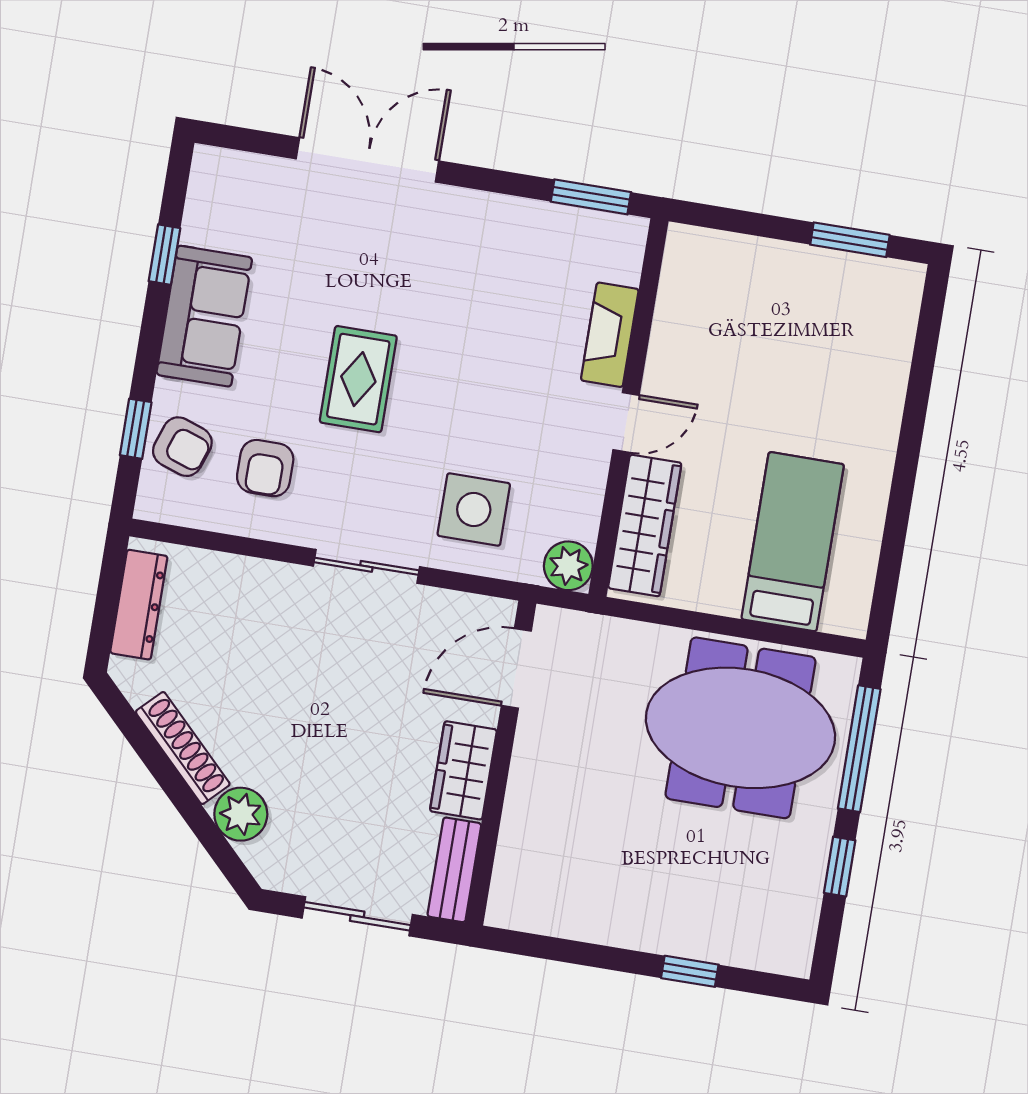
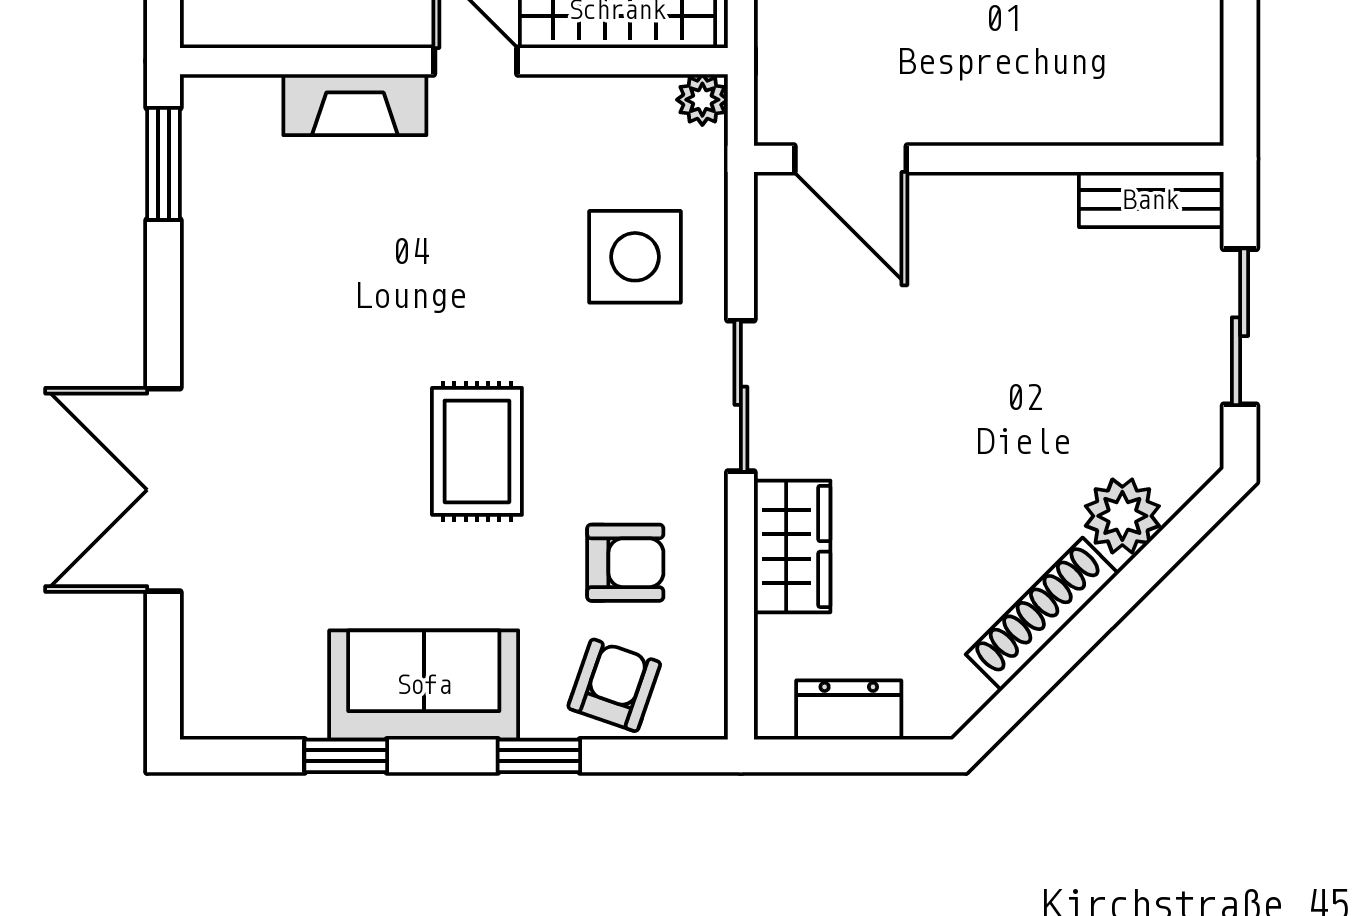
rug: (358, 379) -> (477, 451), turned 90
window: (136, 429) -> (539, 756), moved
plant: (568, 566) -> (702, 100), width x0.73, depth x0.73
dresser: (139, 605) -> (849, 710), width x0.70
wardrobe: (463, 770) -> (792, 546), moved, turned -90

